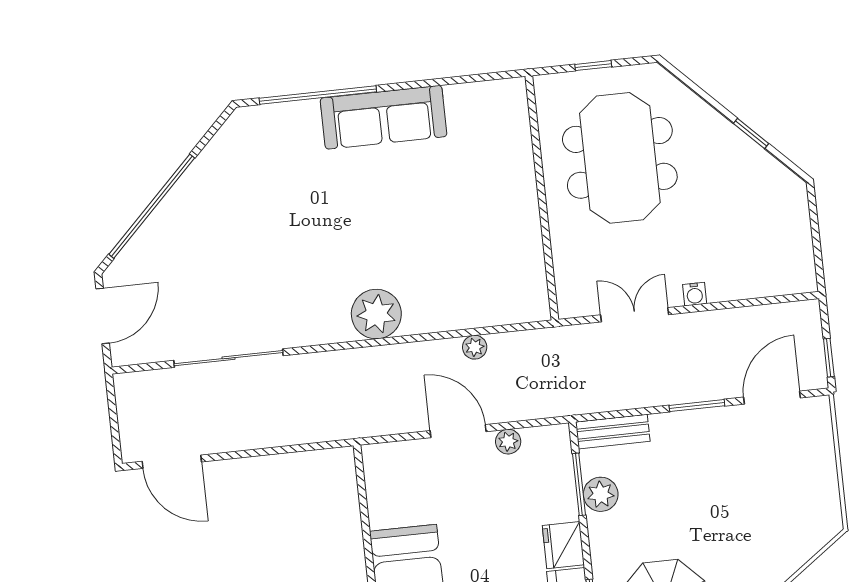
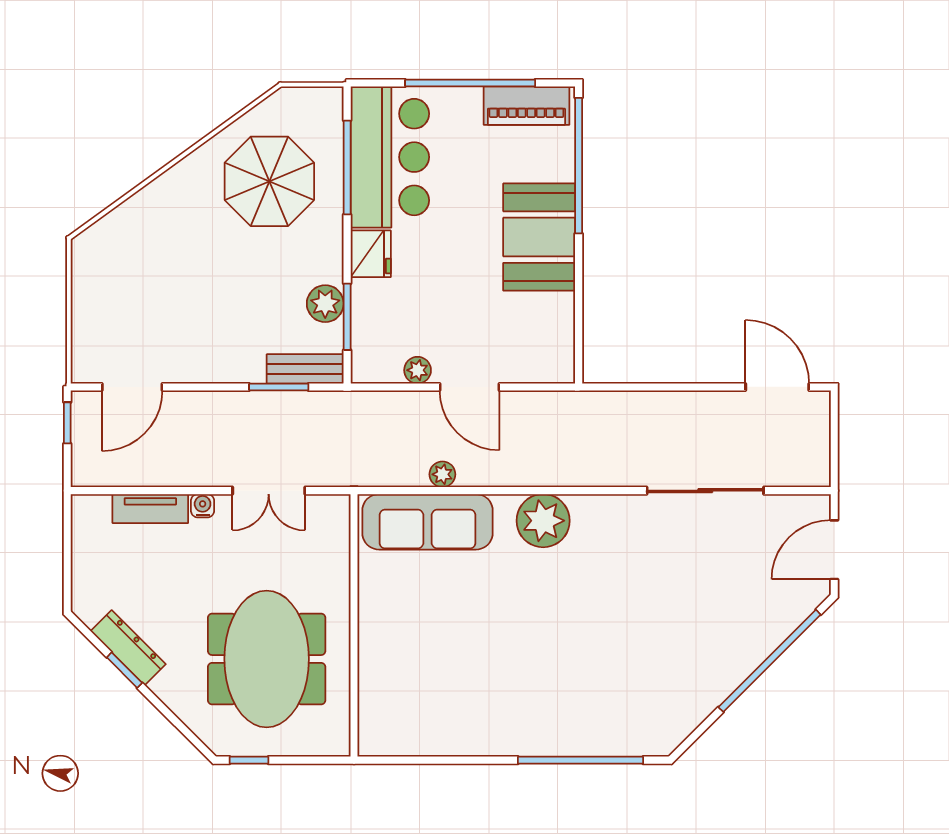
window: (593, 66) -> (249, 760), moved
sofa: (384, 117) -> (428, 522), moved, turned 180
dresser: (750, 155) -> (128, 648), added
tv unit: (743, 286) -> (150, 509), added
window: (697, 406) -> (279, 387), moved

